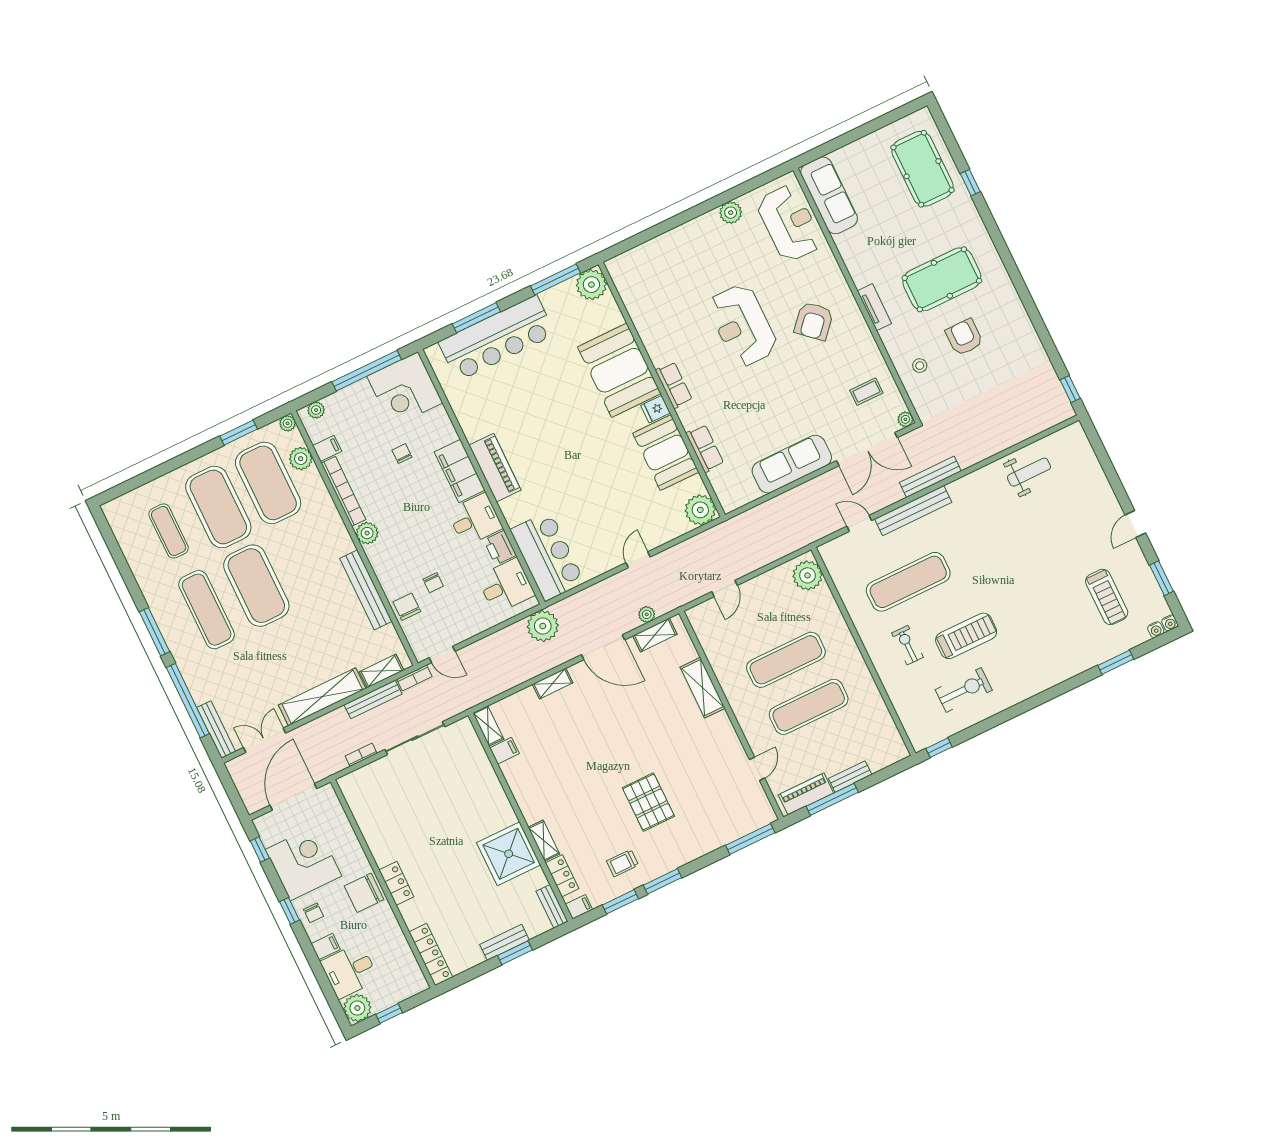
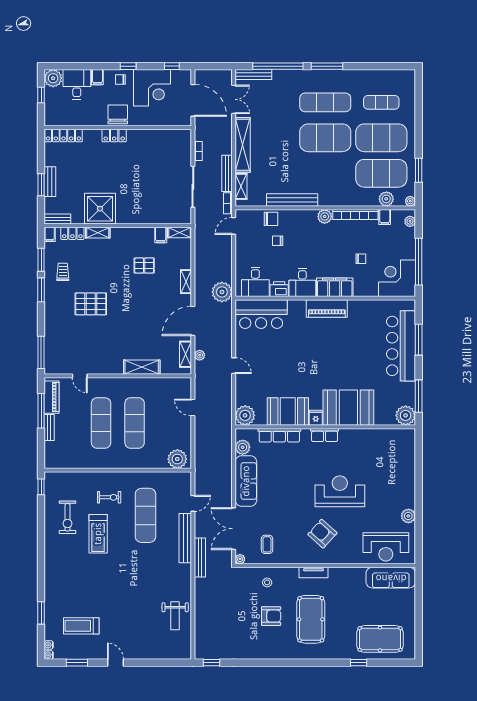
row of seats: (705, 448) -> (279, 435), width x1.48
plant: (747, 492) -> (243, 447), added
pallet: (558, 753) -> (144, 265), added

